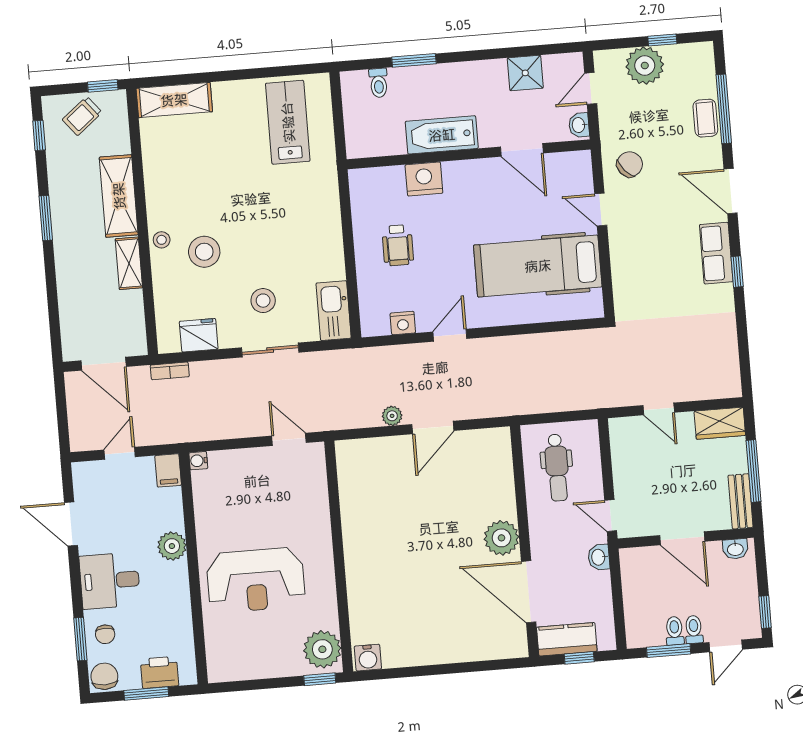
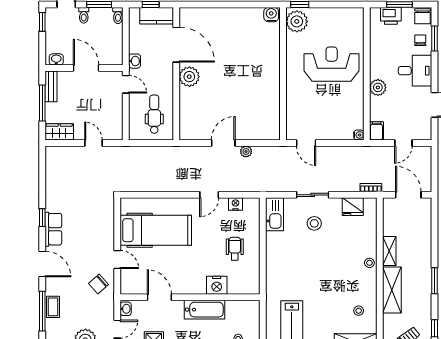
stool: (204, 252) -> (359, 311), moved, width x0.53, depth x0.53
toilet: (675, 631) -> (118, 15), moved

